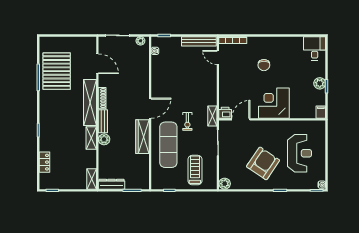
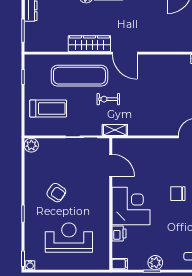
printer: (225, 113) -> (119, 233), moved
reception desk: (299, 153) -> (69, 238), turned 180
armchair: (263, 163) -> (56, 193), width x0.53, depth x0.53

